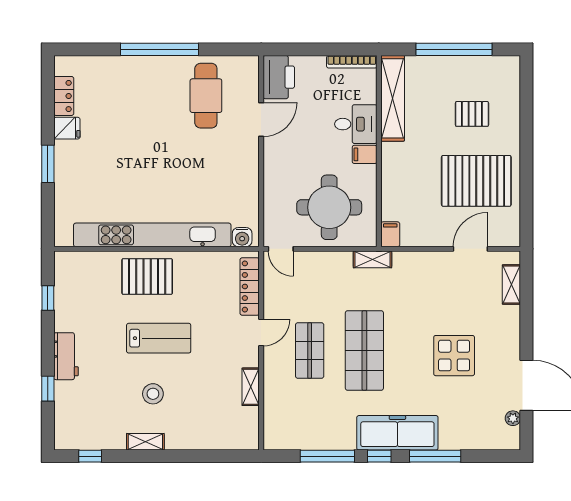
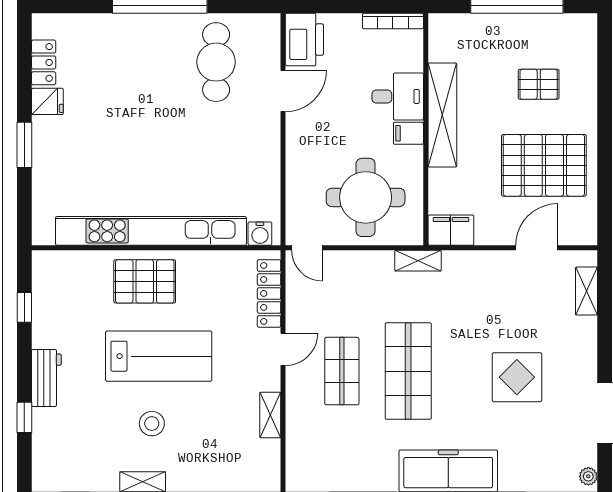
shelving: (393, 98) -> (442, 115), moved
filing cabinet: (390, 234) -> (451, 230), width x2.00
lab bench: (159, 338) -> (159, 356), width x1.36, depth x1.39
plant: (513, 418) -> (588, 476), moved

